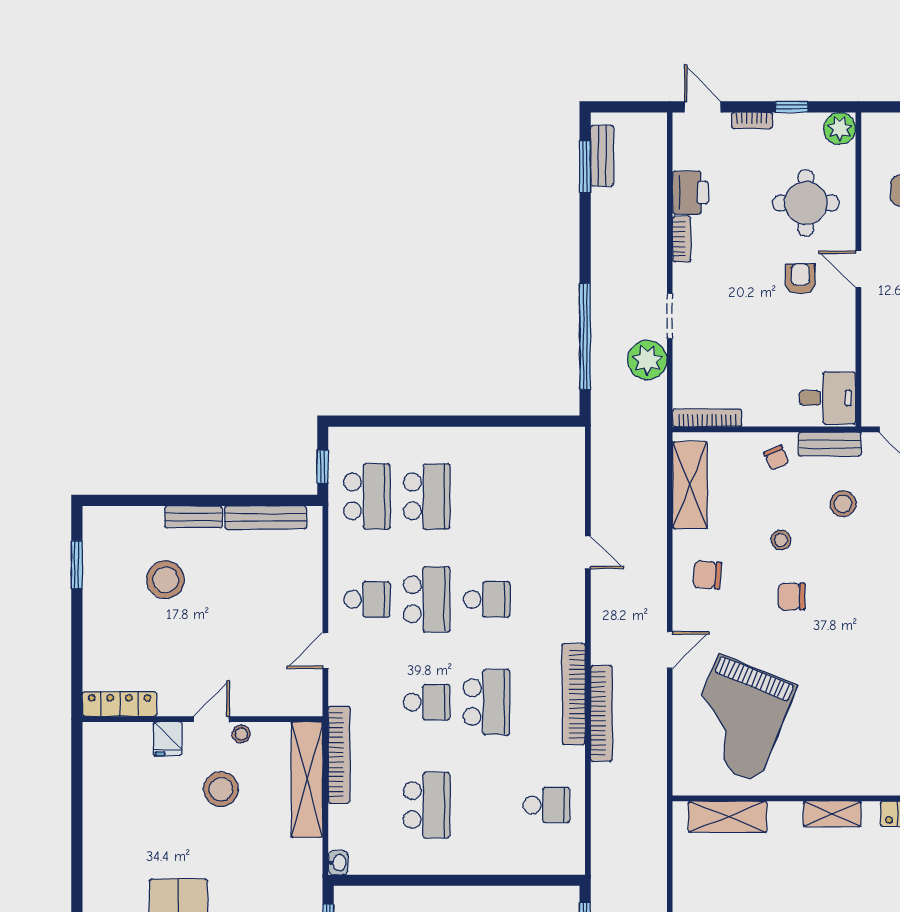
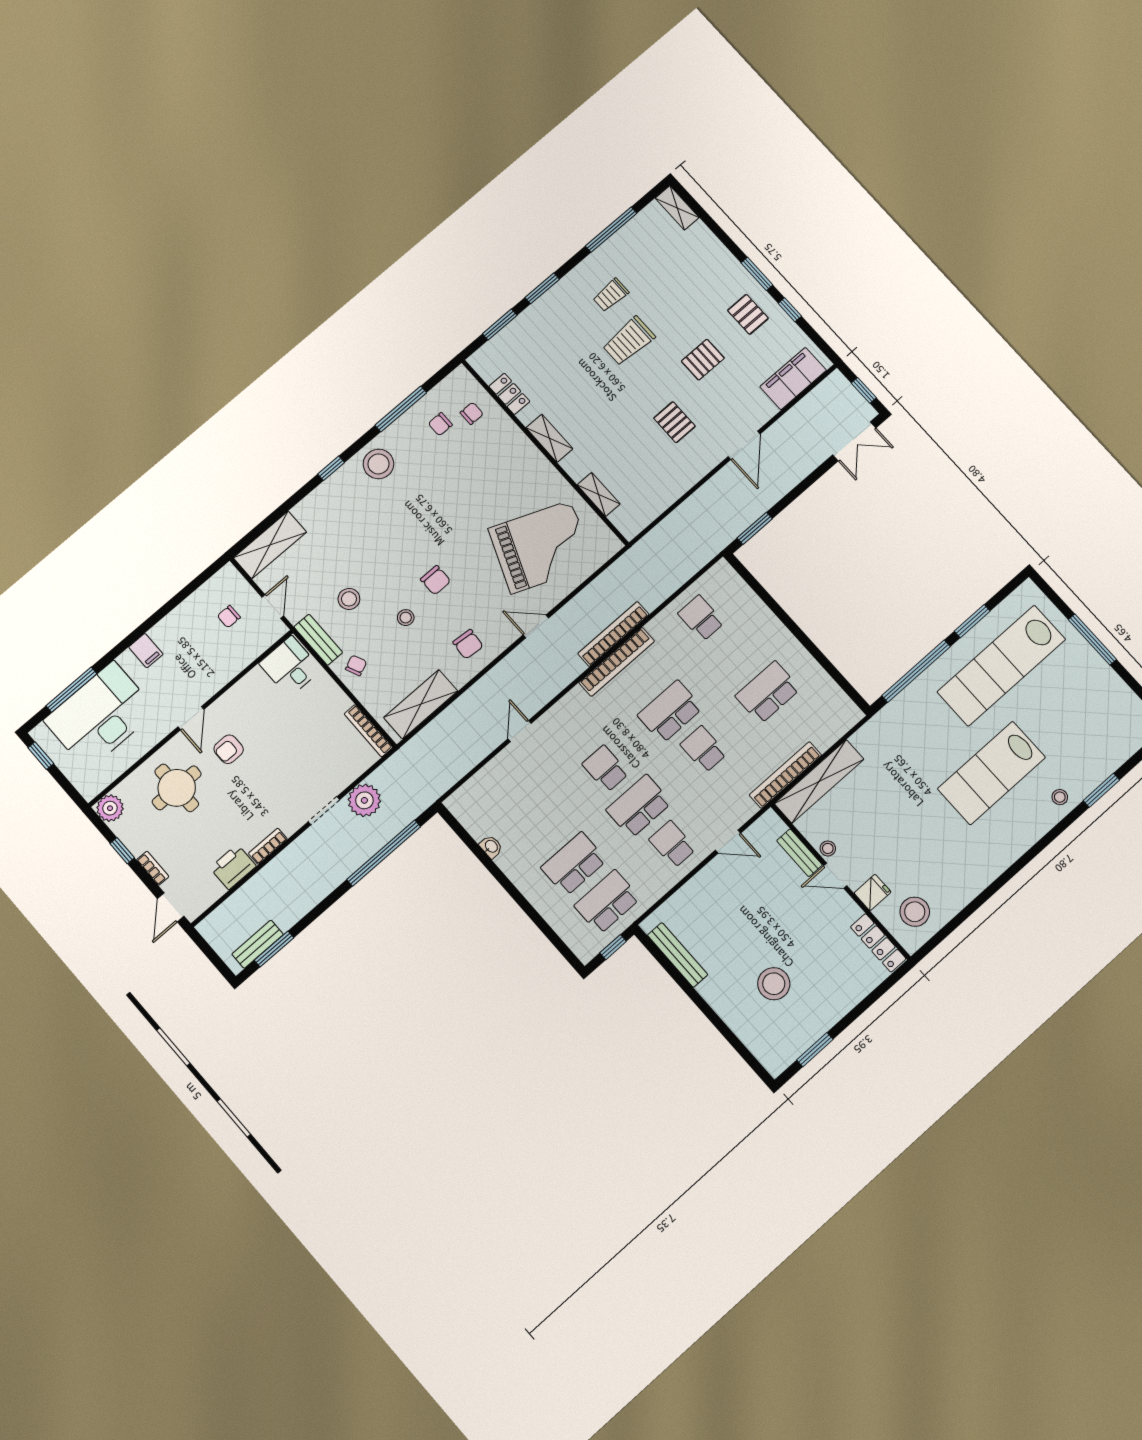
bench: (194, 517) -> (799, 853), moved
stool: (221, 789) -> (915, 912), moved
shelving: (728, 817) -> (599, 494), width x0.67, depth x0.75
washbasin: (338, 863) -> (491, 847), moved, turned 90

